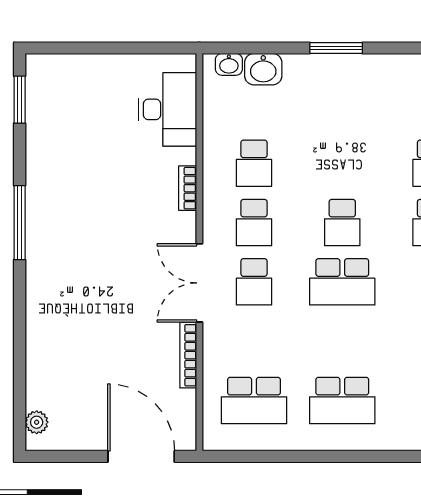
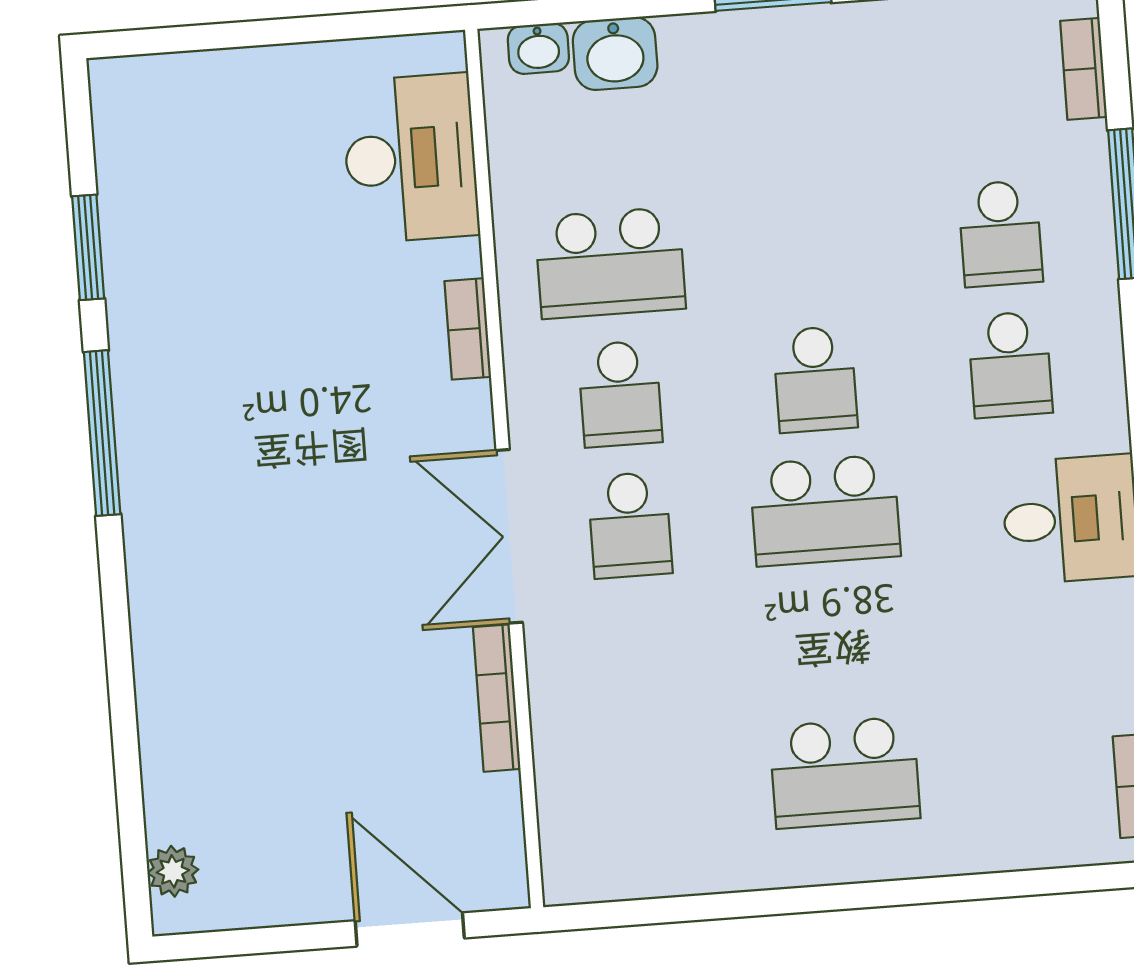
window: (20, 100) -> (88, 247), moved
school desk: (254, 163) -> (610, 263), width x1.85
school desk: (254, 400) -> (650, 787), removed
door: (141, 456) -> (410, 929), width x0.73

